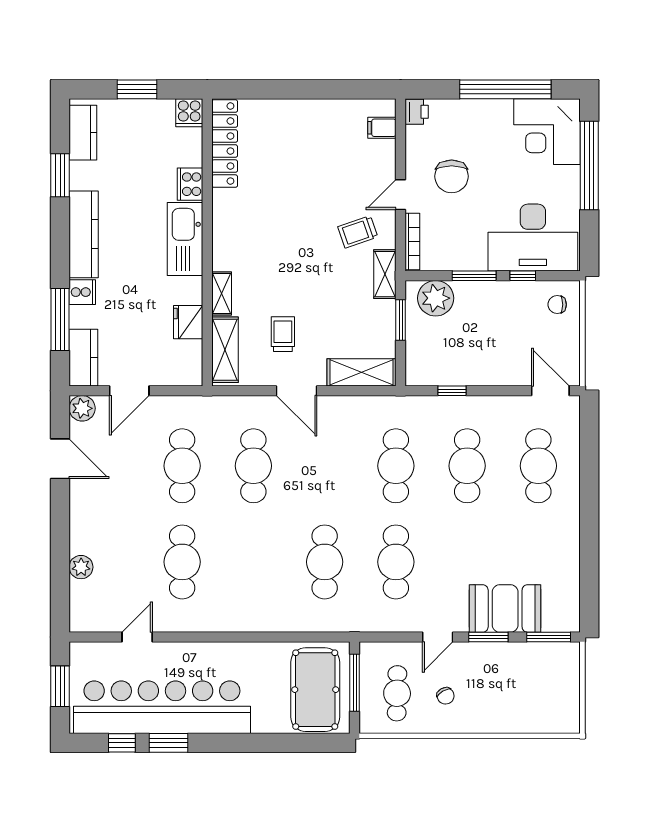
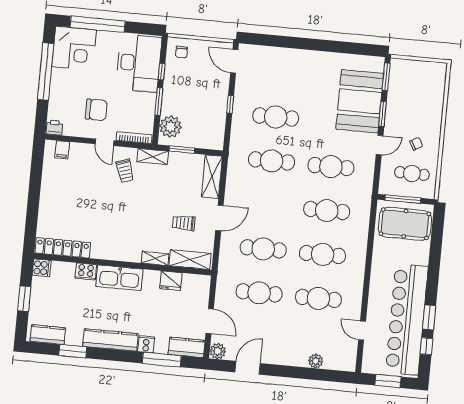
window: (452, 391) -> (230, 104), moved
door: (550, 391) -> (234, 61), hinge flipped
cafe table: (538, 466) -> (323, 254), moved
booth: (505, 608) -> (360, 101), width x1.36, depth x1.42
door: (438, 637) -> (380, 145), hinge flipped

